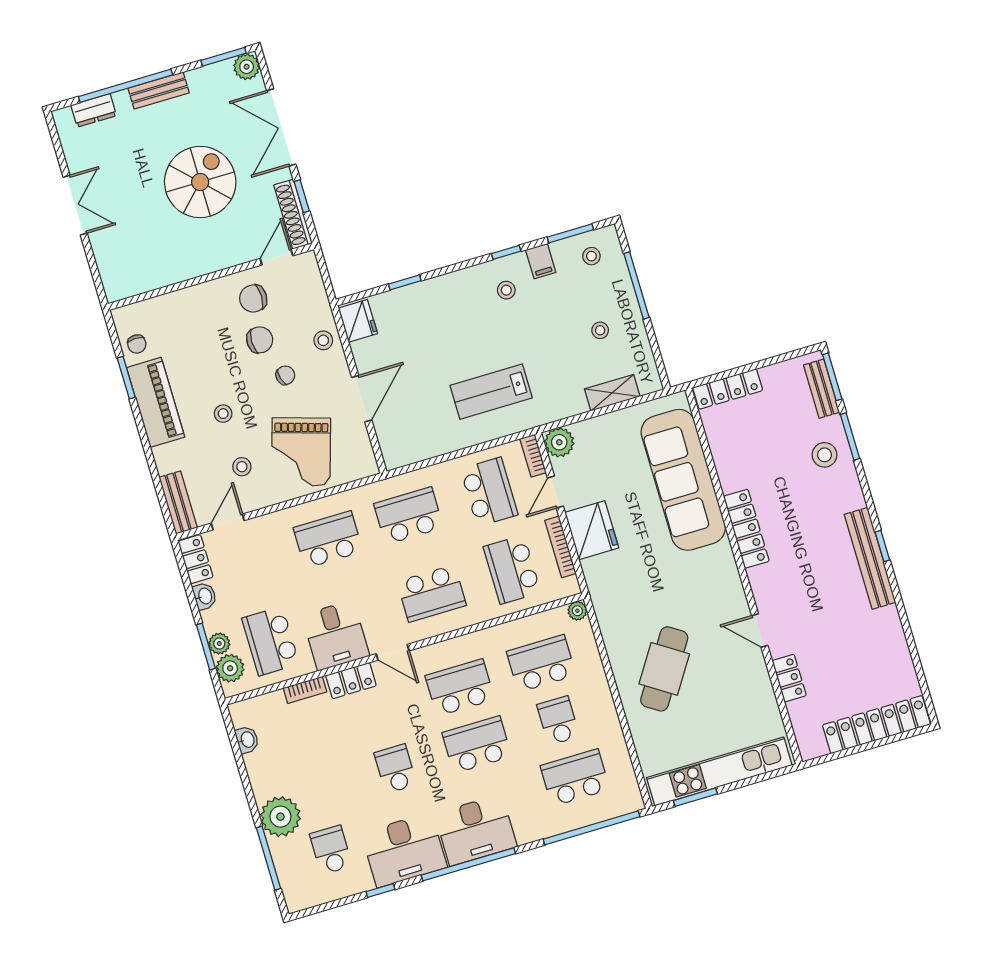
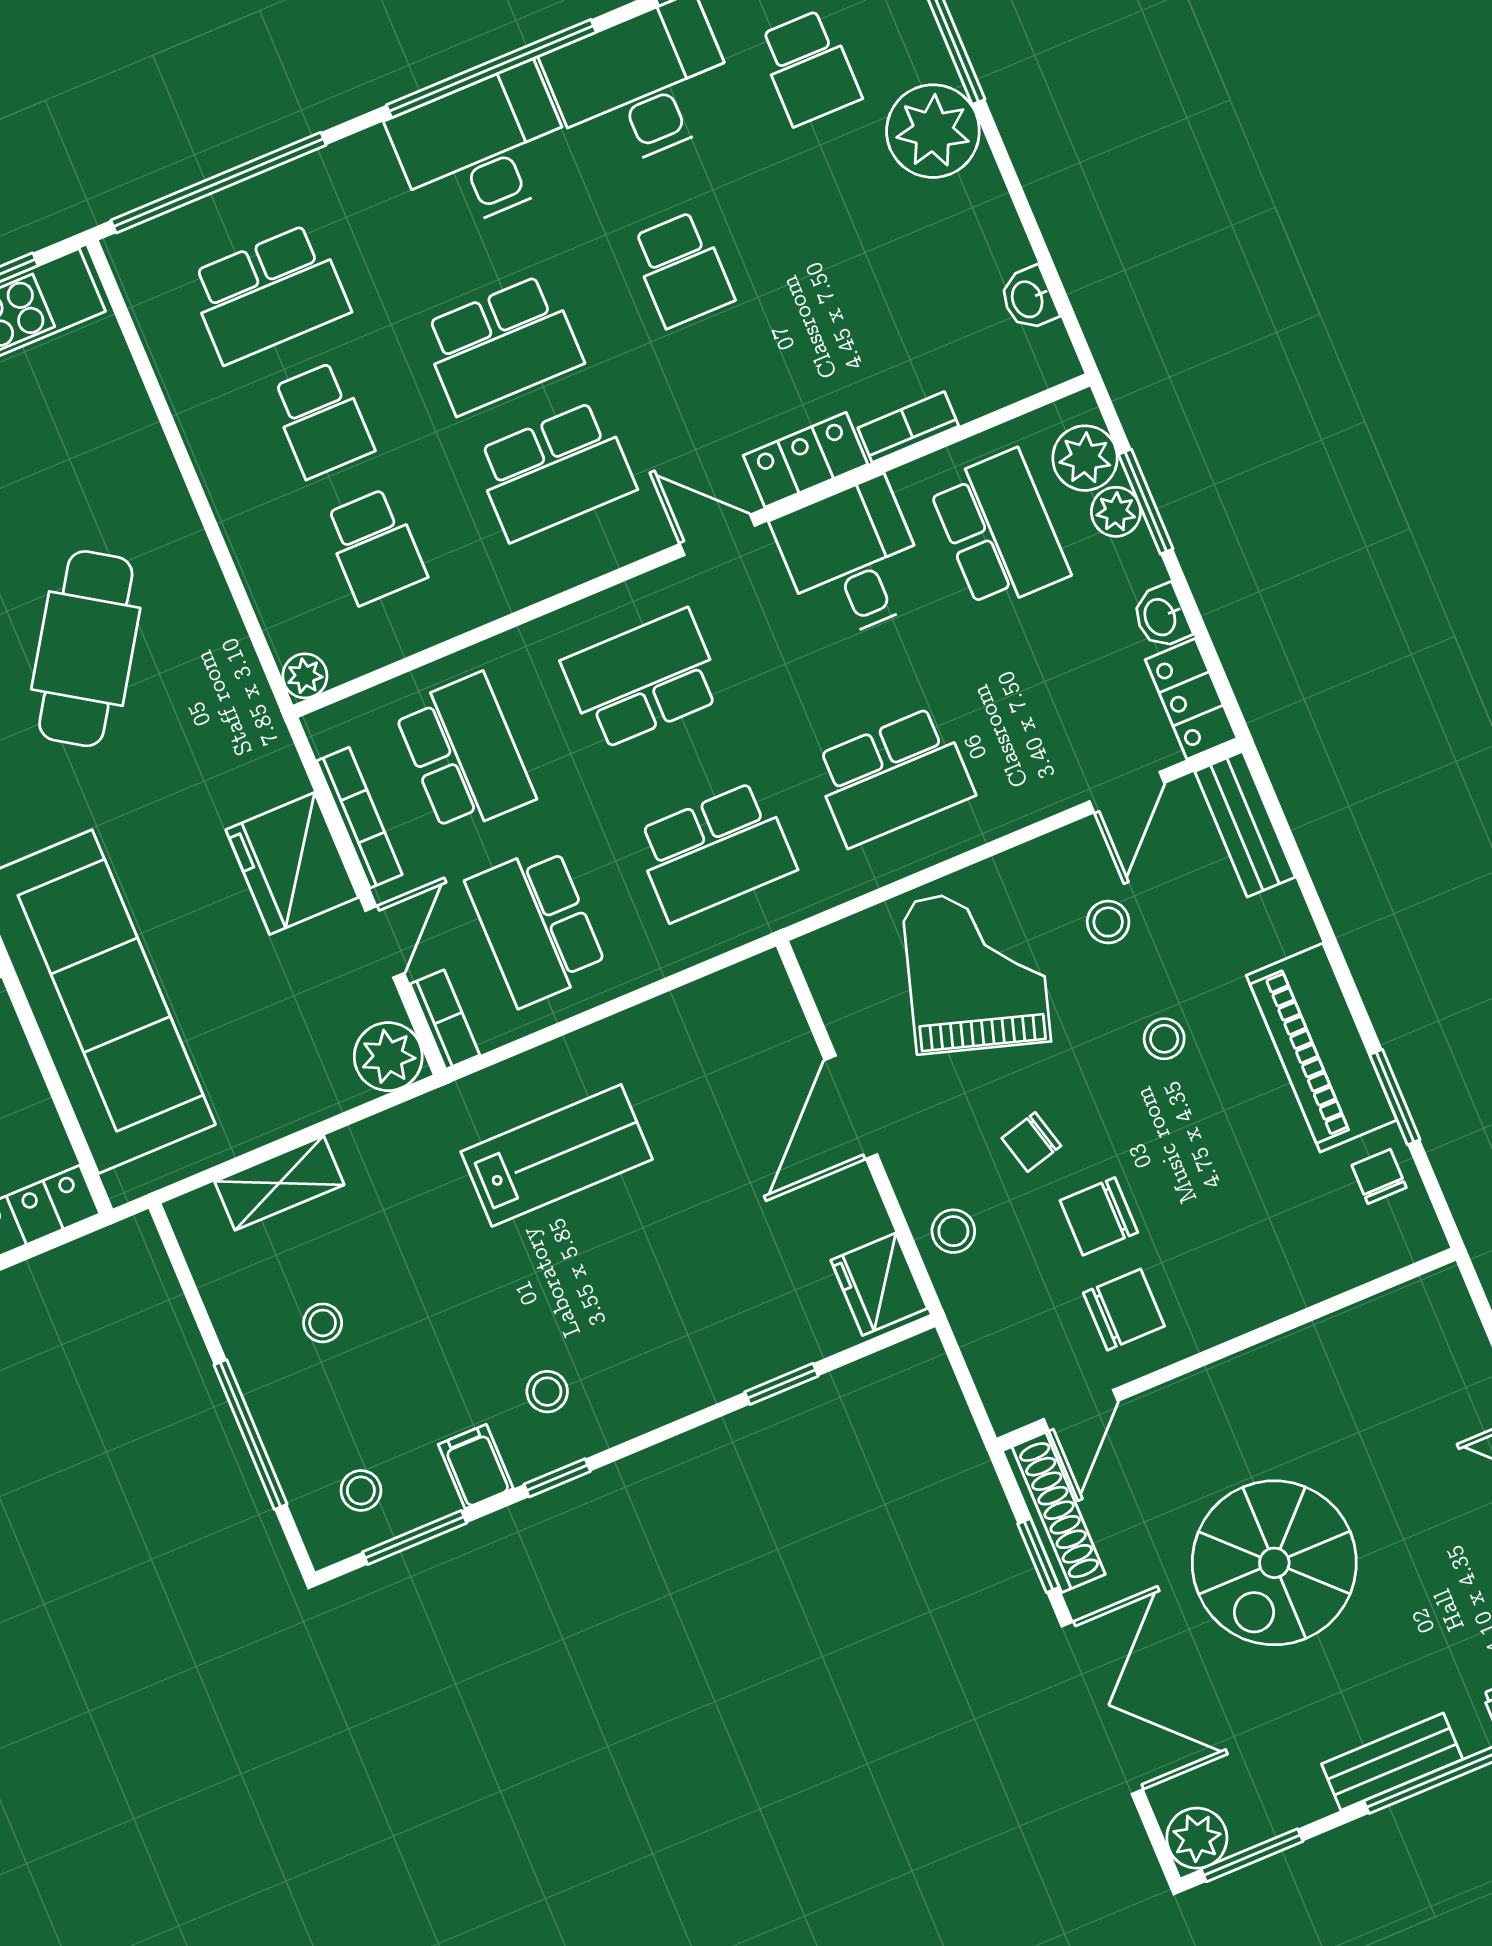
school desk: (541, 663) -> (374, 546), width x0.54
cafe table: (664, 669) -> (86, 649), moved

